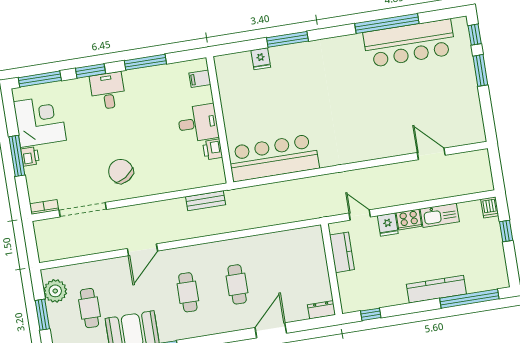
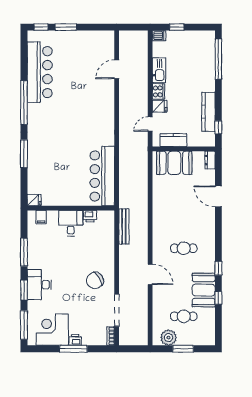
window: (387, 23) -> (24, 103), moved
fridge: (261, 59) -> (34, 200), moved
desk: (108, 91) -> (39, 285), width x1.37
bench: (206, 201) -> (124, 226), width x1.36
booth: (309, 259) -> (174, 163), added
cafe table: (237, 284) -> (184, 214), removed
kitchen counter: (436, 289) -> (208, 112), moved

